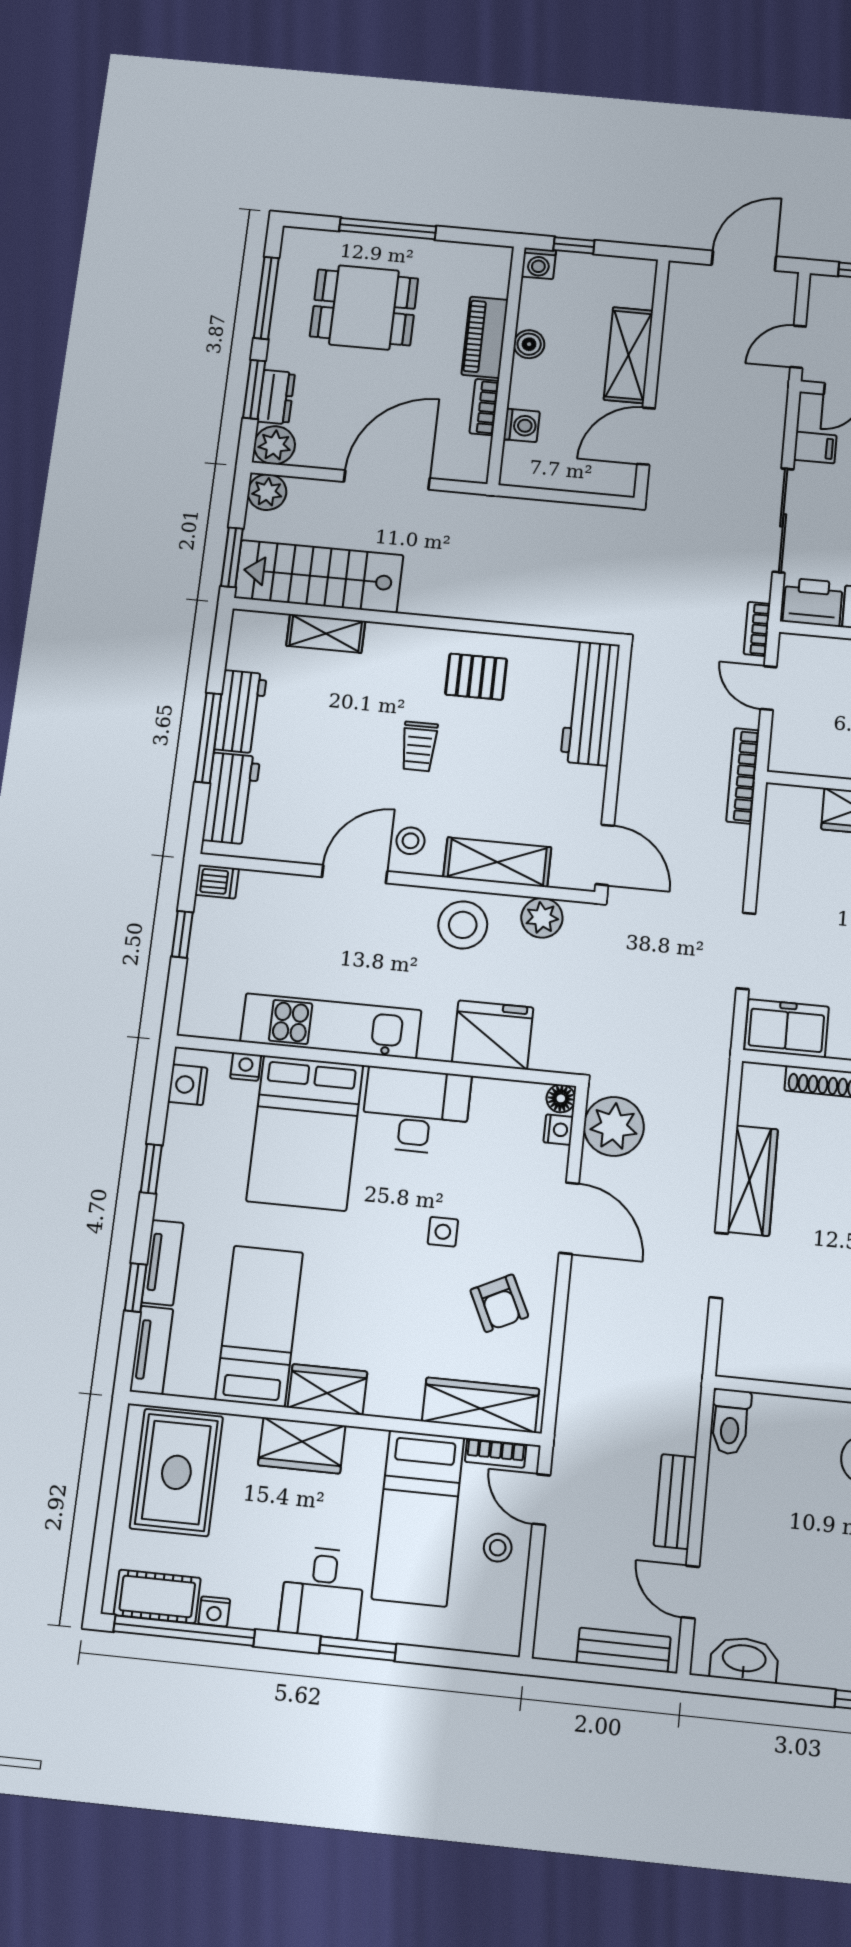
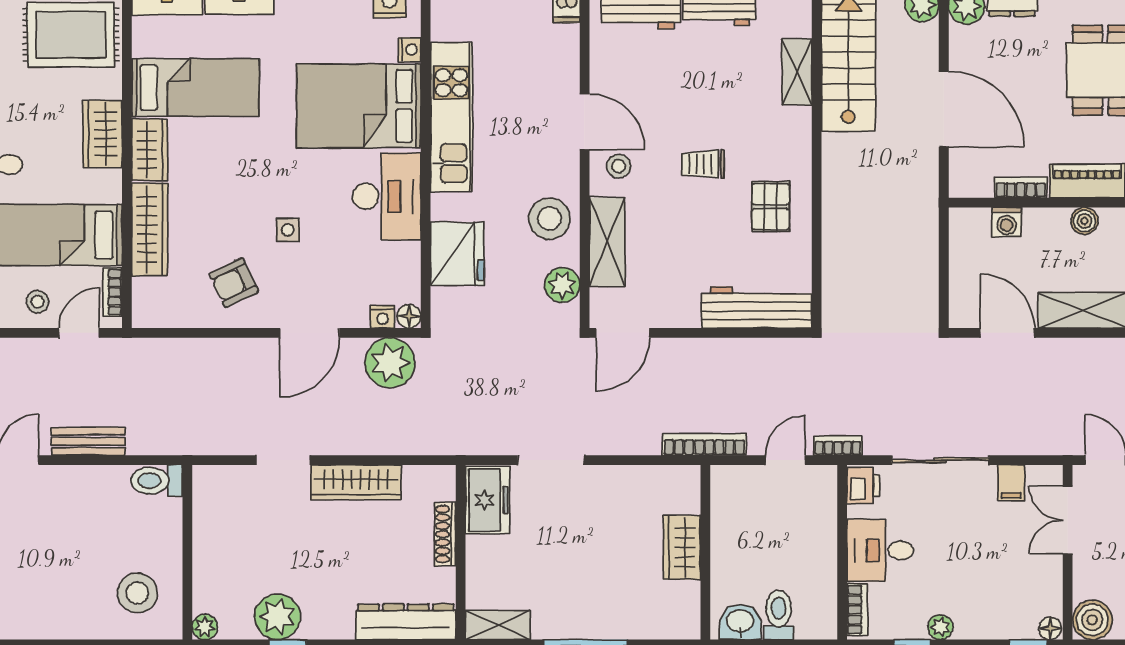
printer: (813, 602) -> (863, 485), width x0.73, depth x0.81
wardrobe: (481, 1405) -> (150, 229), moved

